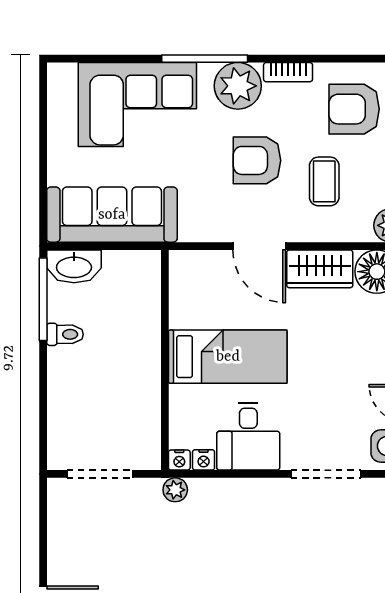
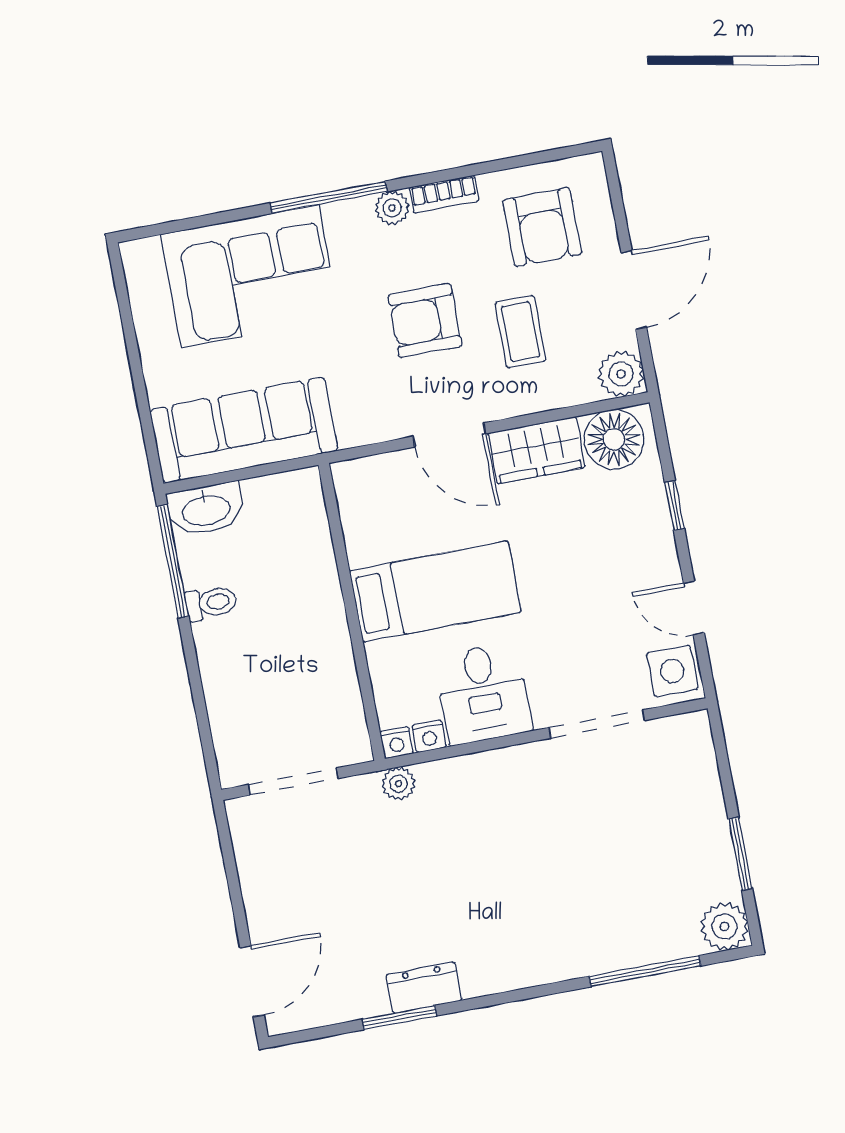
plant: (238, 86) -> (392, 208), width x0.53, depth x0.53
armchair: (354, 109) -> (542, 227), turned -90

